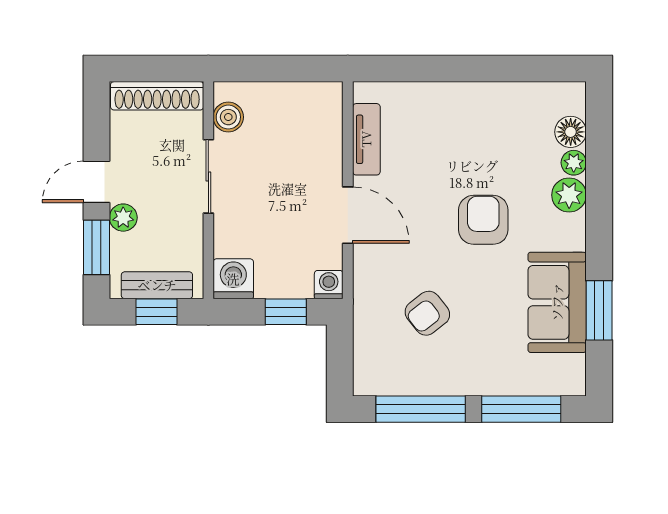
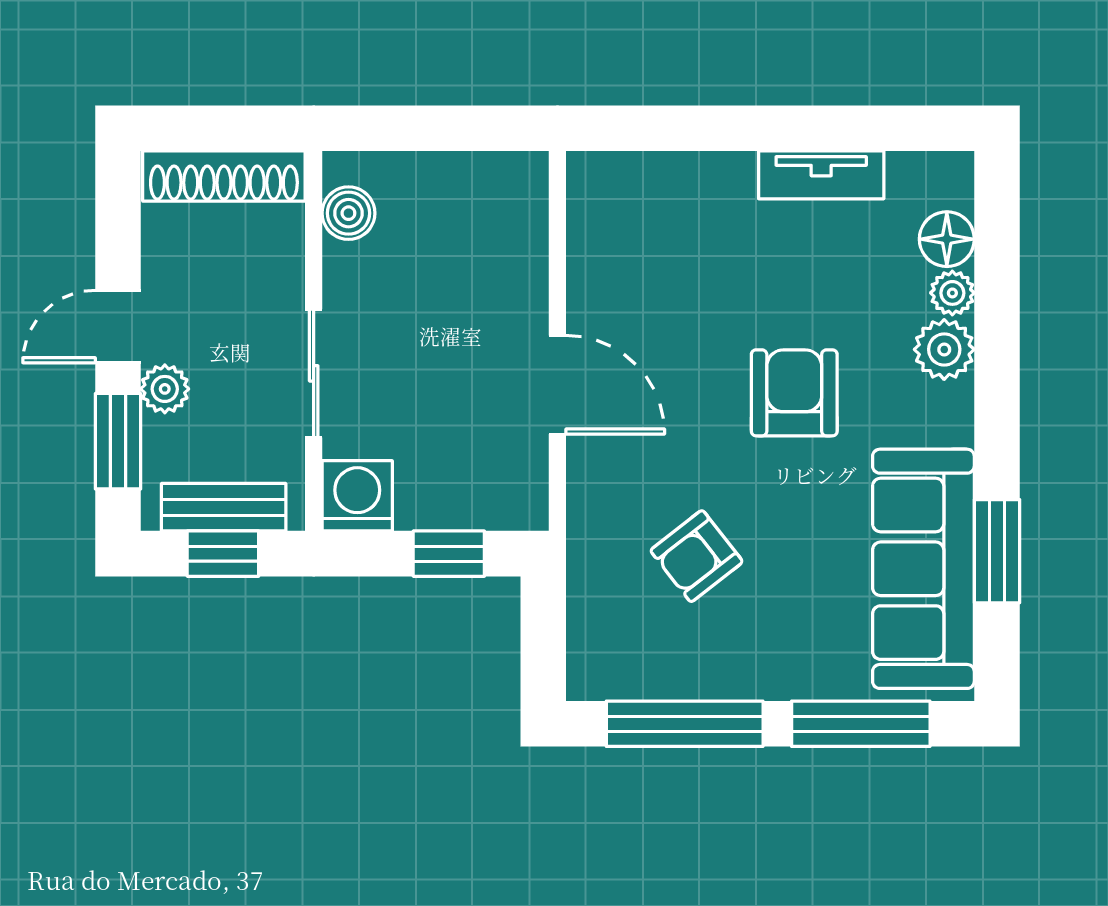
tv unit: (366, 139) -> (821, 175), moved, turned 90
sliding door: (208, 176) -> (314, 373), moved
washing machine: (329, 285) -> (524, 506), removed
sofa: (557, 302) -> (923, 569), width x1.36

